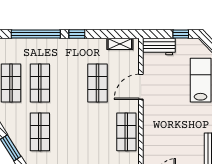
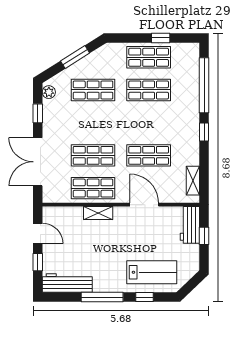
window: (181, 34) -> (204, 236), moved
shelving: (148, 127) -> (98, 213), added
shop shelf: (97, 132) -> (93, 155), added

